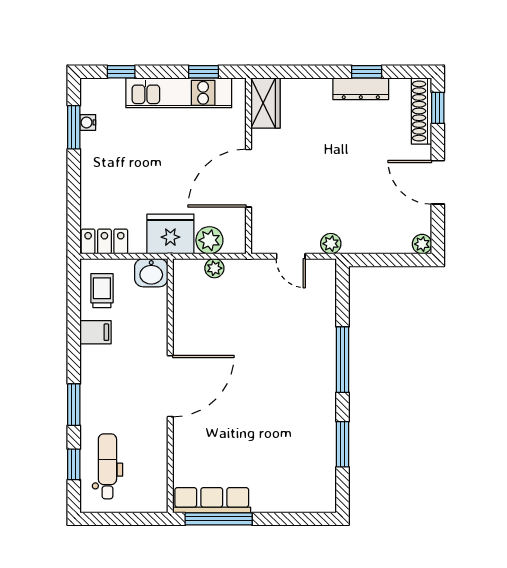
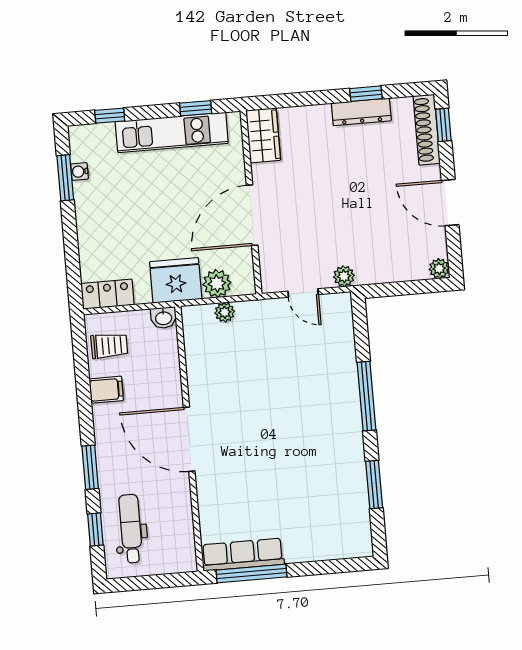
washbasin: (151, 273) -> (164, 318), width x0.72, depth x0.69
trolley: (102, 291) -> (109, 346), turned 90
door: (170, 386) -> (189, 439), swing flipped

